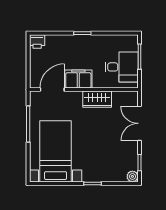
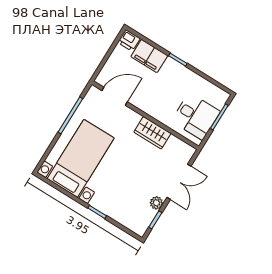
filing cabinet: (78, 79) -> (149, 56), moved, turned 180
double door: (139, 123) -> (179, 182), swing flipped
plant: (132, 176) -> (156, 203), moved

